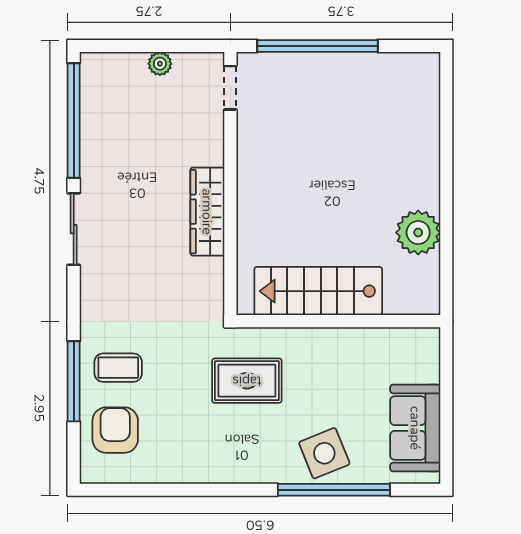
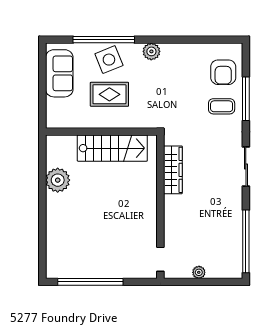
window: (317, 46) -> (90, 282), moved
wardrobe: (207, 212) -> (173, 170), moved
sliding door: (74, 229) -> (246, 166), moved
rug: (247, 381) -> (109, 94), moved
plant: (247, 468) -> (151, 51), added

